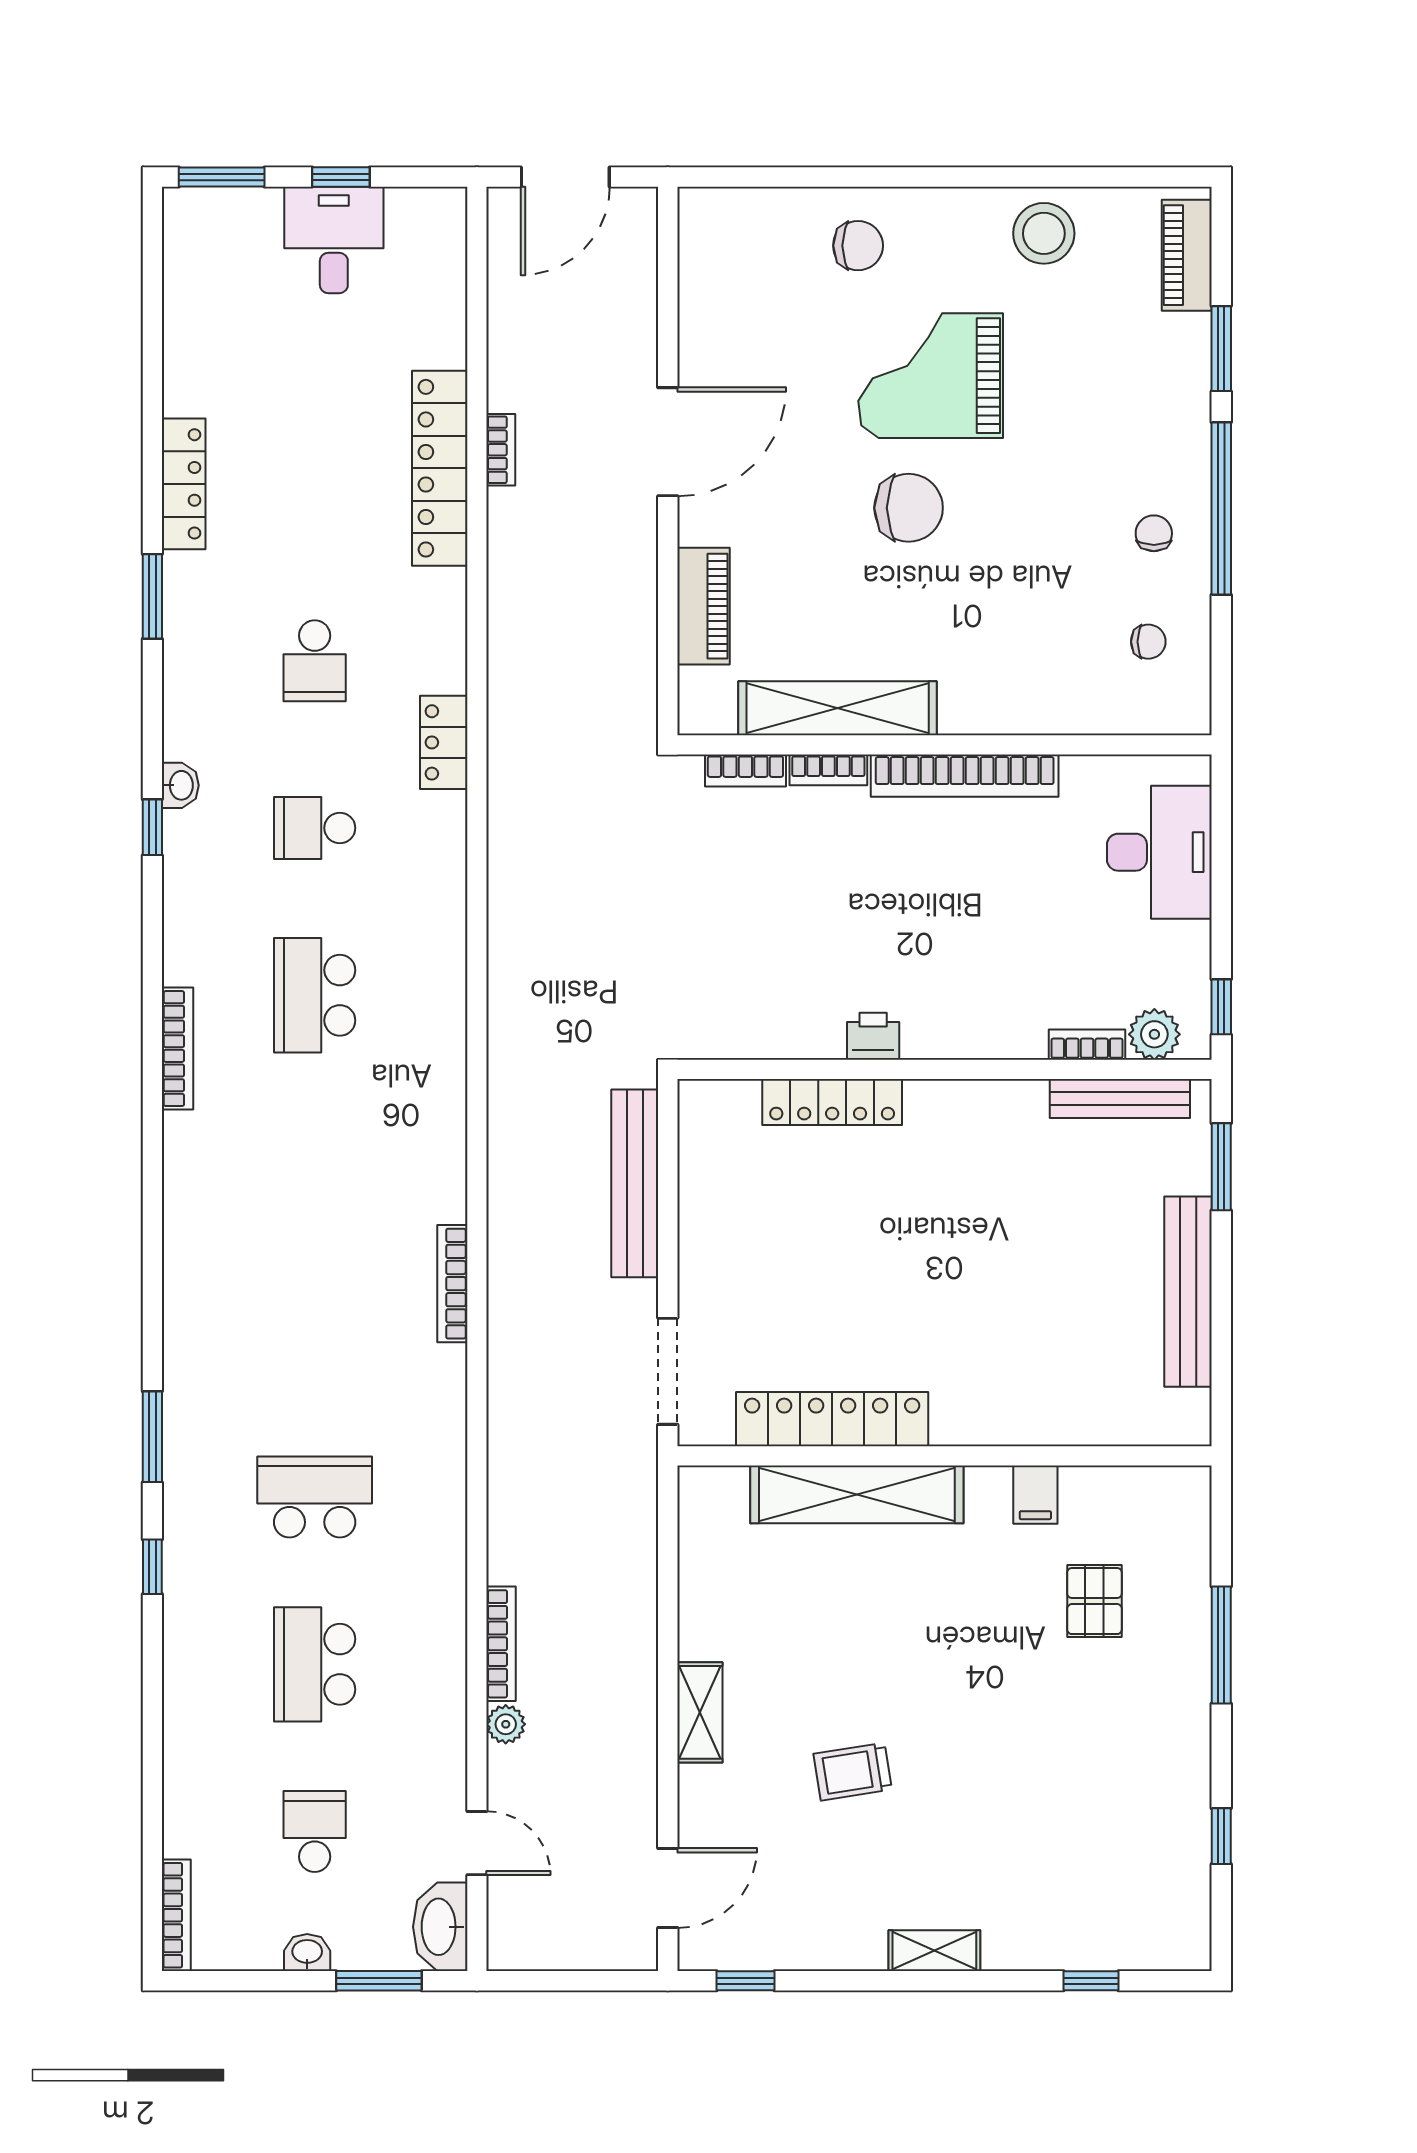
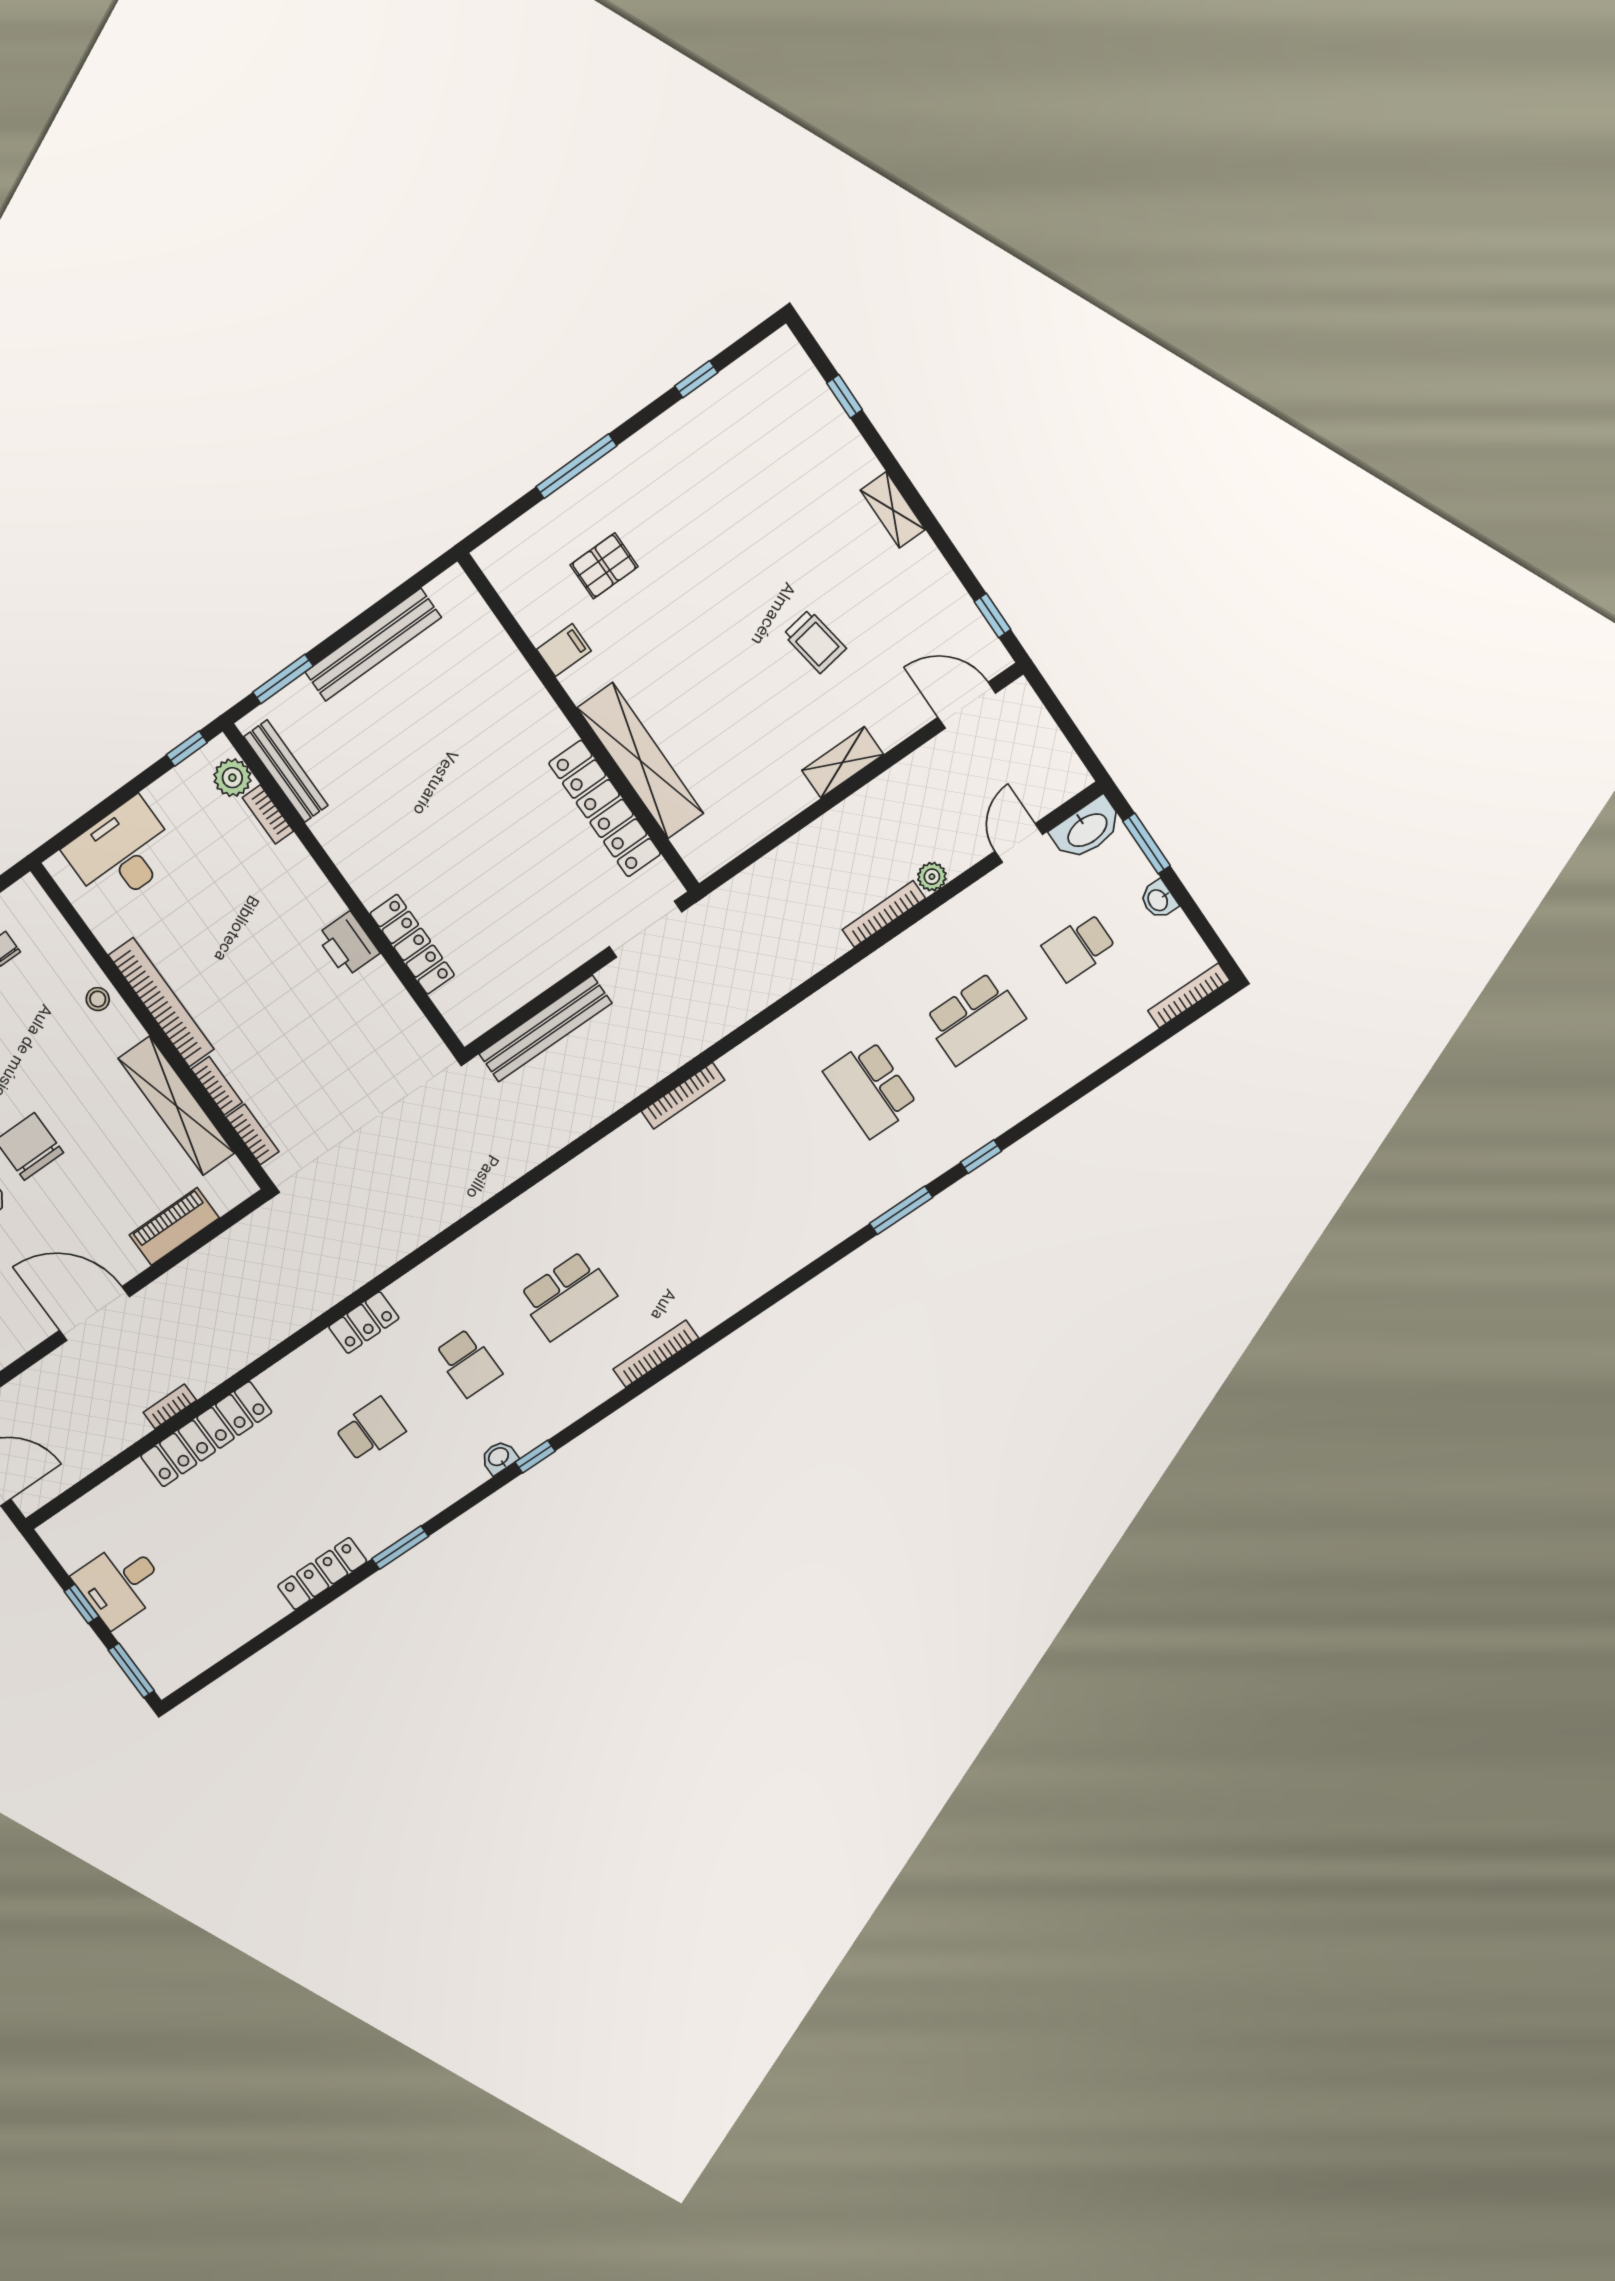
stool: (1018, 707) -> (98, 999), added
printer: (873, 1036) -> (348, 944), width x1.36, depth x1.24

